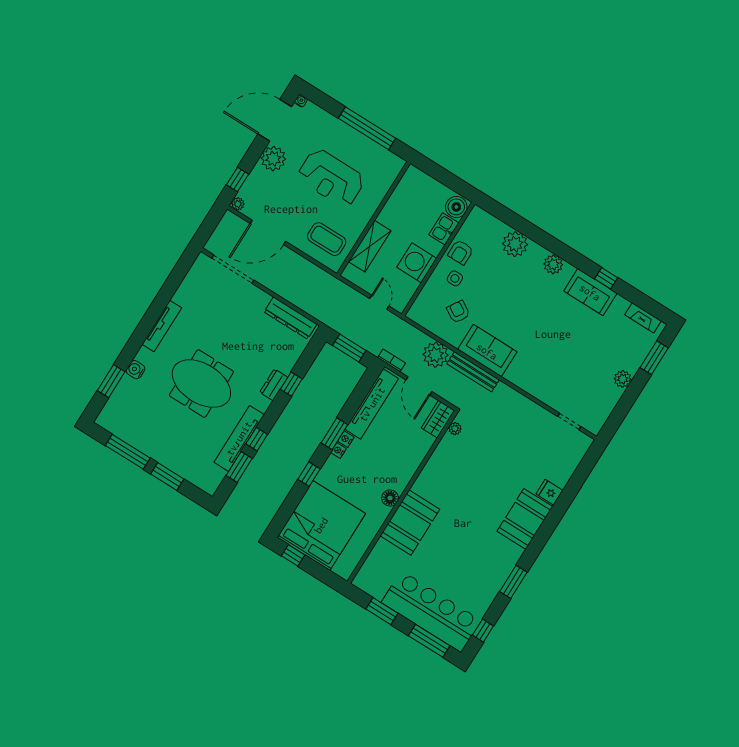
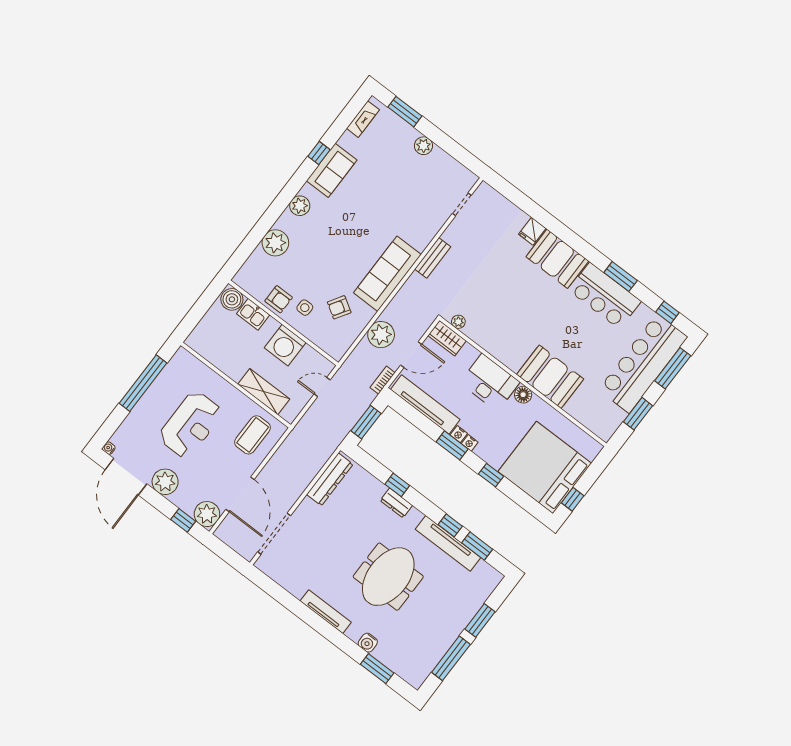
plant: (238, 204) -> (207, 514), width x1.87, depth x1.87
sofa: (487, 351) -> (387, 274), width x1.36
bench: (473, 372) -> (433, 258), moved, width x0.73
desk: (399, 465) -> (490, 382), added
bar counter: (493, 568) -> (605, 296), added

